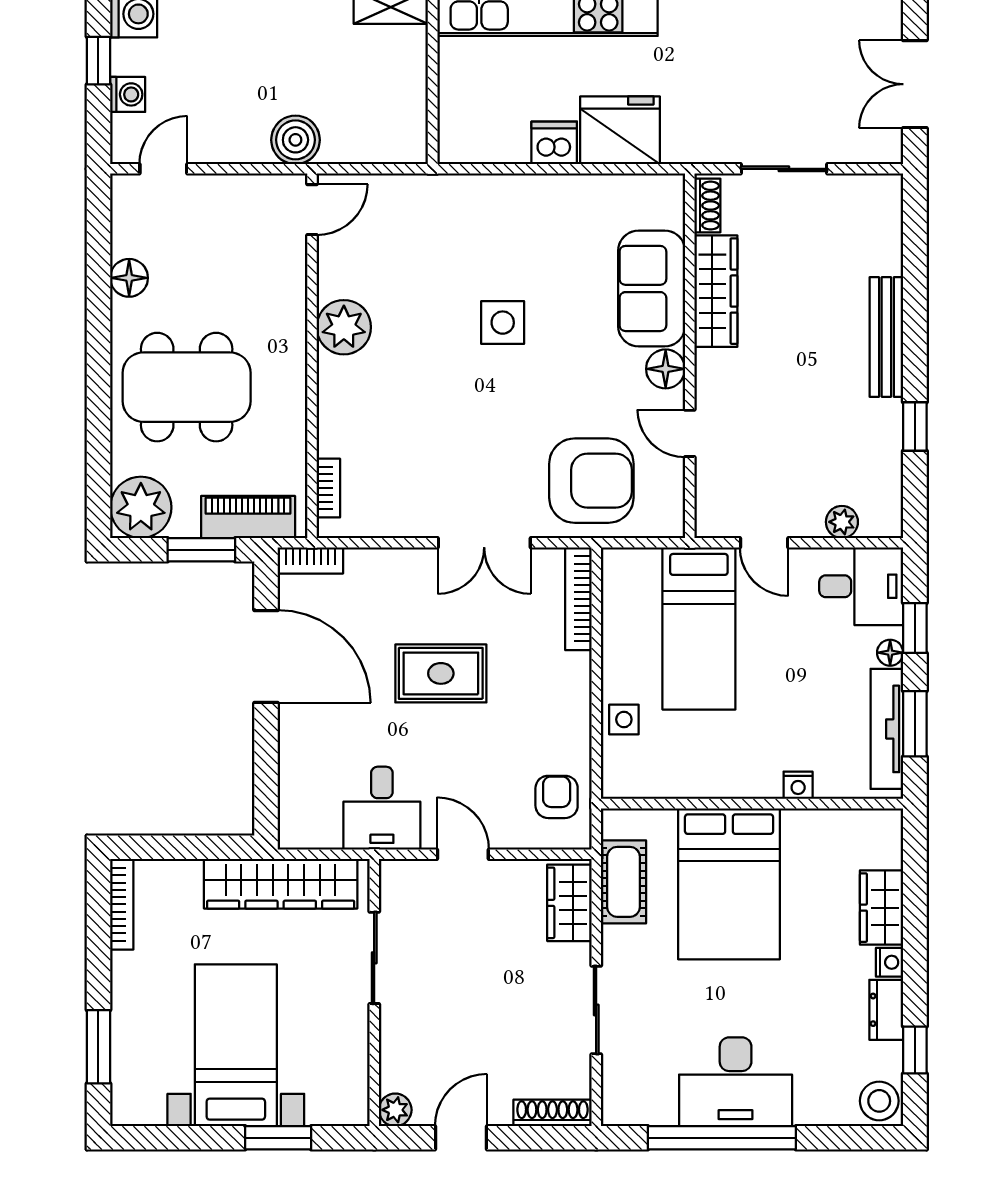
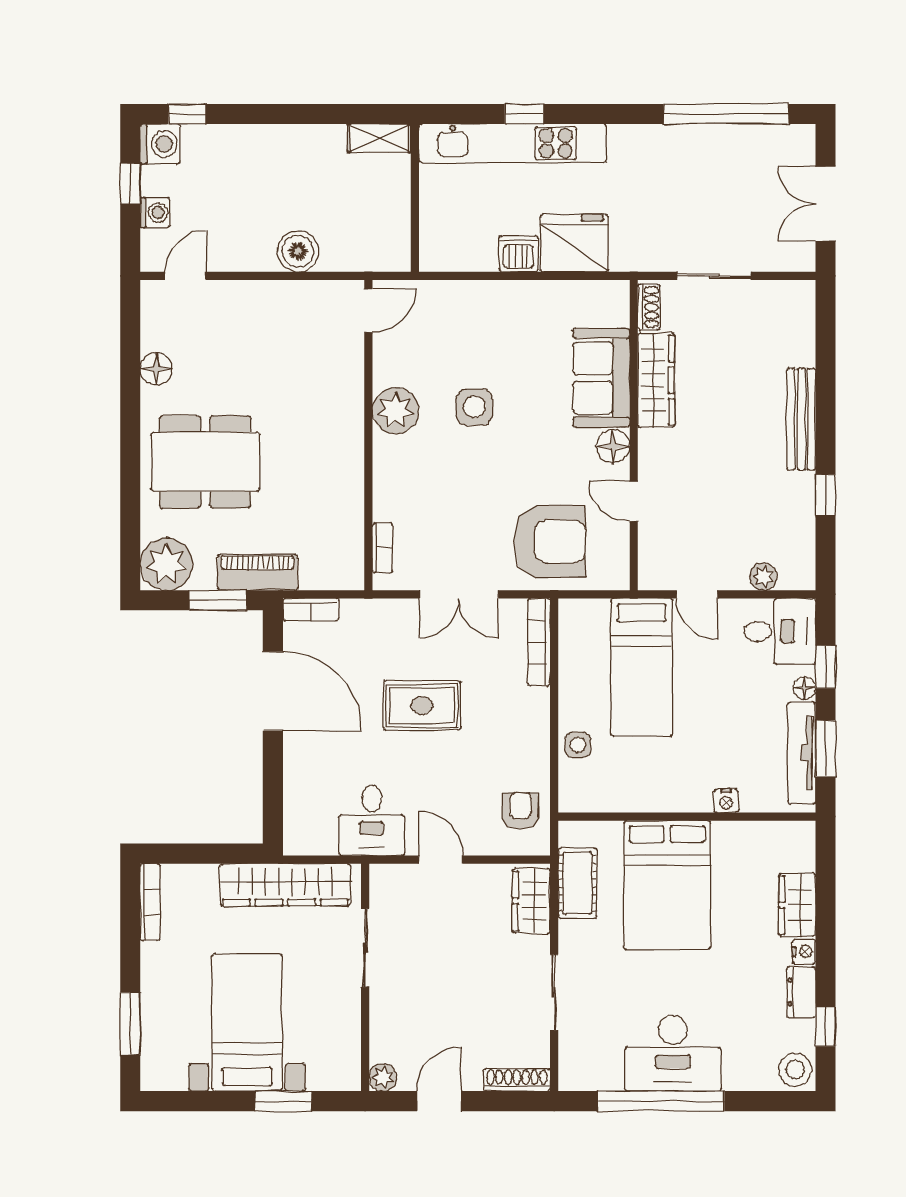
door: (312, 210) -> (368, 311), moved
plant: (344, 327) -> (396, 411), moved
wall: (312, 356) -> (368, 435), moved
bookcase: (328, 488) -> (382, 548), moved

